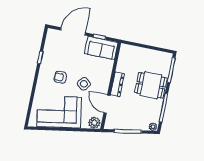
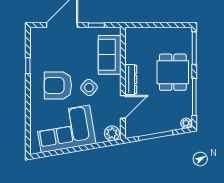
sofa: (101, 48) -> (110, 55), moved, turned 90
armchair: (60, 77) -> (58, 85), width x1.88, depth x1.88
dining table: (151, 85) -> (173, 72), turned 90
door: (107, 104) -> (123, 107), swing flipped

